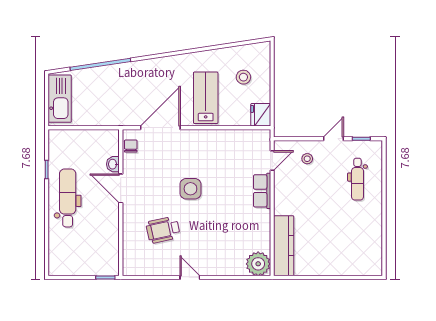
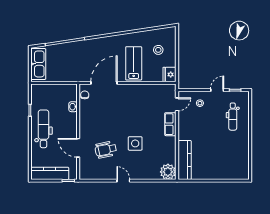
door: (121, 188) -> (78, 148), moved
side table: (190, 189) -> (135, 143), moved
kitchen counter: (77, 266) -> (50, 173), added

